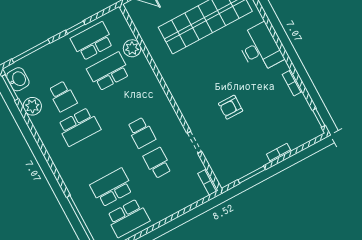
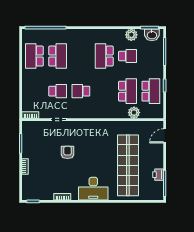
school desk: (63, 96) -> (128, 56), turned 180

